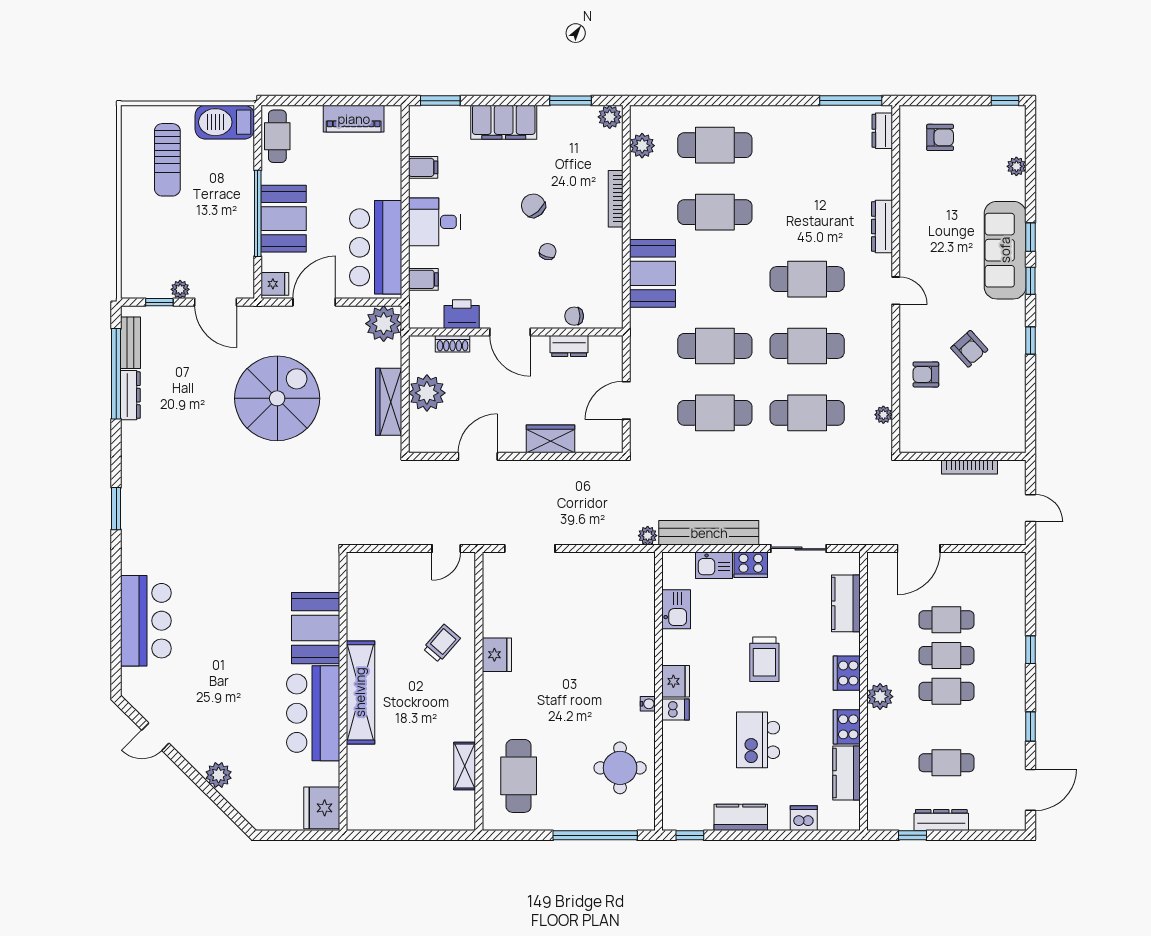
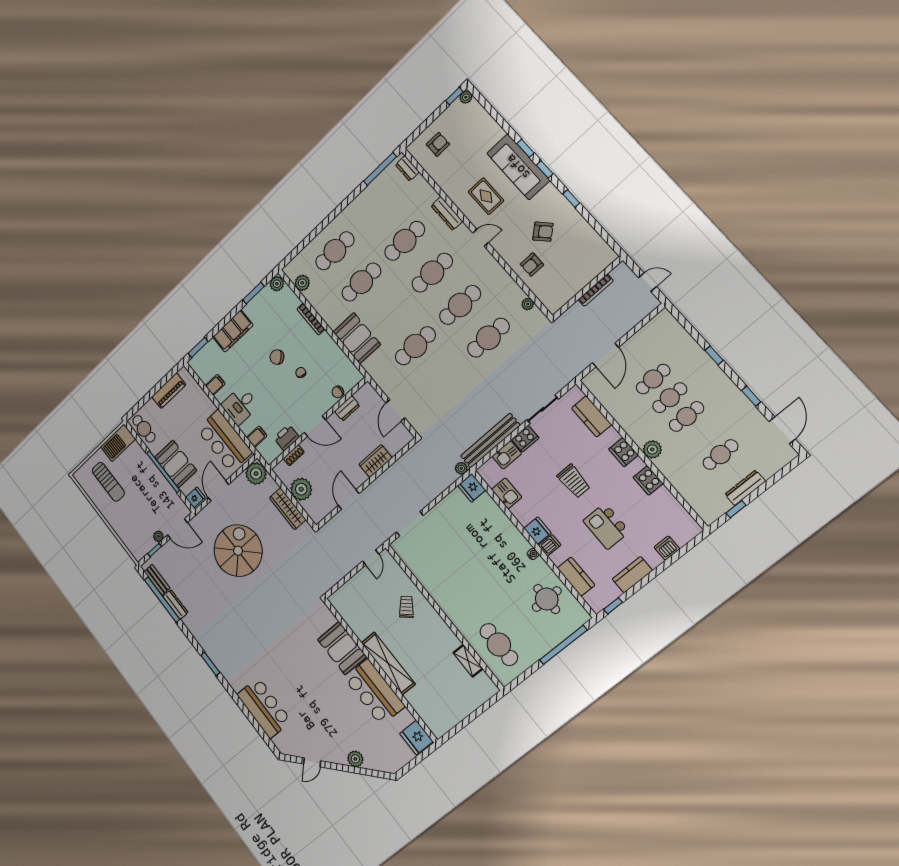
plant: (1016, 166) -> (466, 97), moved
rug: (942, 249) -> (486, 196), added
cafe table: (715, 413) -> (405, 241), moved
fridge: (497, 655) -> (472, 488), moved, turned 180
kitchen counter: (846, 773) -> (576, 577), moved, turned 180

